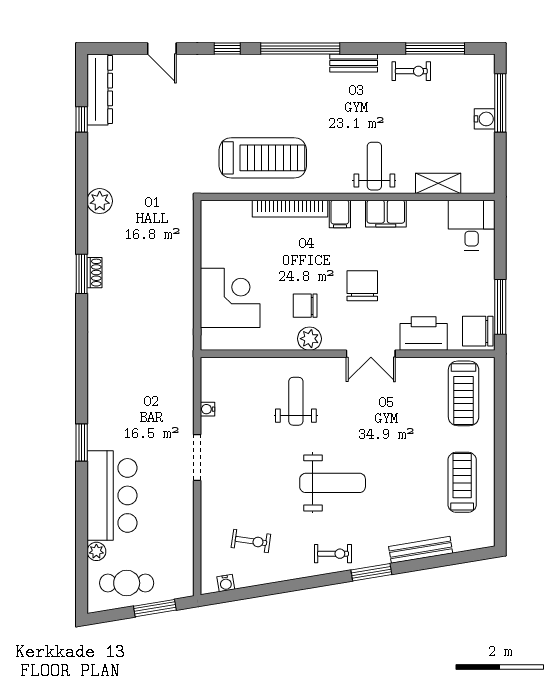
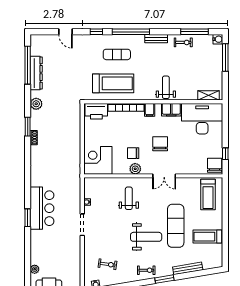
dresser: (100, 89) -> (36, 73), moved
exercise mat: (271, 96) -> (117, 54), added
window: (82, 119) -> (28, 65), width x3.17
water cooler: (485, 119) -> (218, 39), moved
shelving: (438, 183) -> (209, 95), moved
desk: (472, 225) -> (202, 119), width x1.87, depth x1.30
window: (82, 274) -> (28, 127), moved
corner desk: (230, 298) -> (98, 160), moved, turned -90
window: (500, 307) -> (225, 154), width x0.46
chair: (478, 331) -> (215, 165), turned 90
printer: (424, 334) -> (96, 111), moved, turned 180
exercise mat: (395, 460) -> (176, 226), added
treadmill: (462, 482) -> (207, 237), turned -90
bar counter: (112, 495) -> (42, 208), moved

